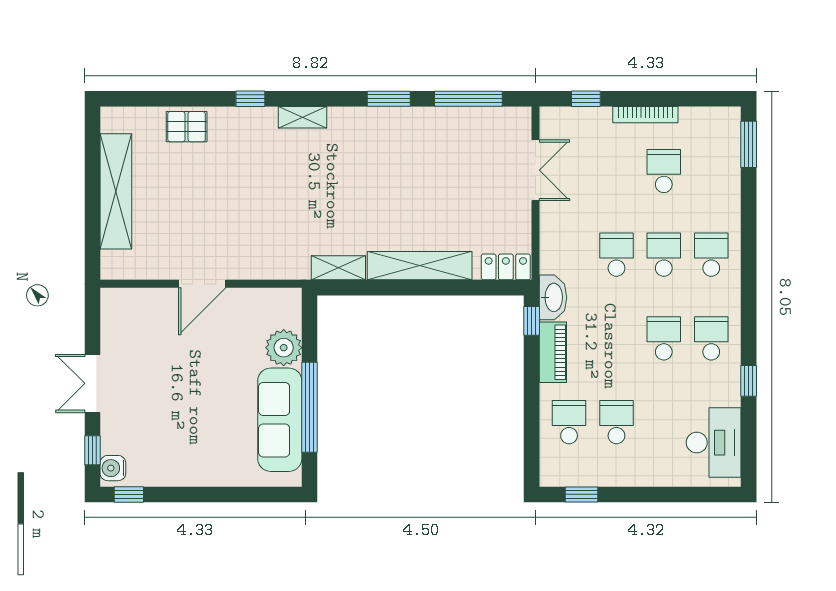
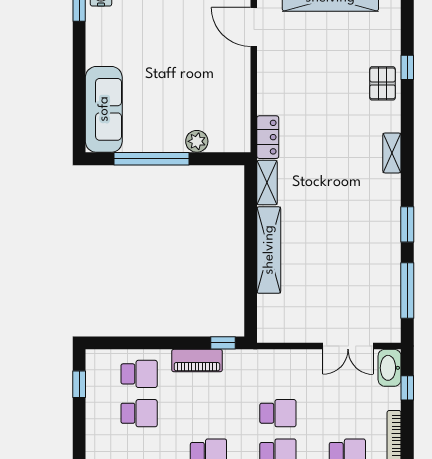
window: (250, 99) -> (407, 67), moved
pallet: (187, 127) -> (382, 83), moved
locker: (506, 267) -> (268, 137), moved
door: (202, 284) -> (254, 27), moved
washbasin: (553, 297) -> (390, 368), moved, turned 90
plant: (284, 348) -> (197, 141), width x0.73, depth x0.73
sofa: (280, 420) -> (104, 109), moved, turned 90

